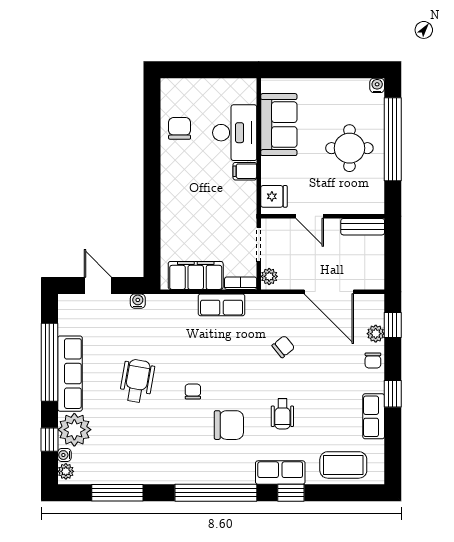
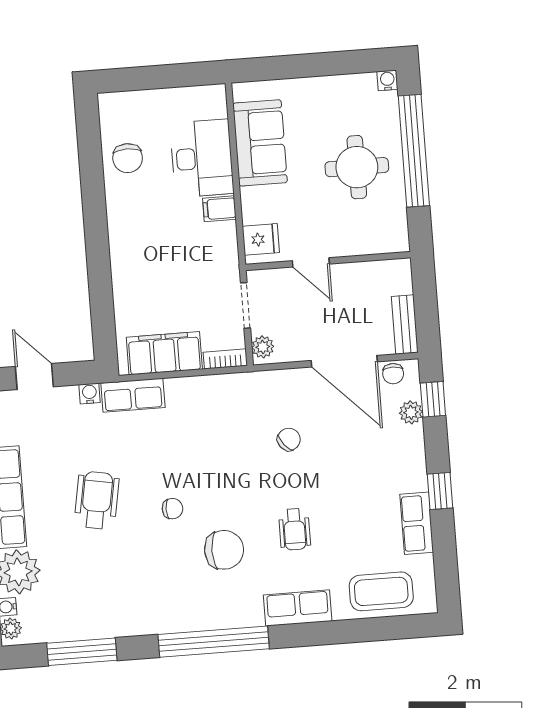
chair: (180, 128) -> (128, 158), turned 180
bench: (363, 227) -> (405, 324), moved, turned 90
row of seats: (222, 305) -> (133, 395), moved
chair: (373, 360) -> (393, 374), moved
chair: (193, 391) -> (172, 509), turned 90
window: (291, 493) -> (314, 634), removed

